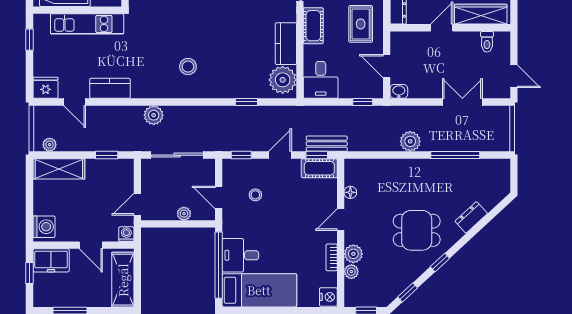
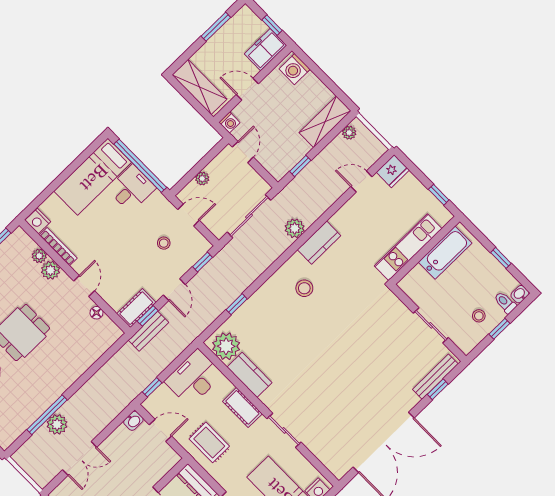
desk: (321, 80) -> (194, 378), width x1.37
kitchen counter: (110, 88) -> (319, 243), moved
plant: (410, 141) -> (57, 424), moved
bookcase: (332, 257) -> (58, 247), width x1.56

